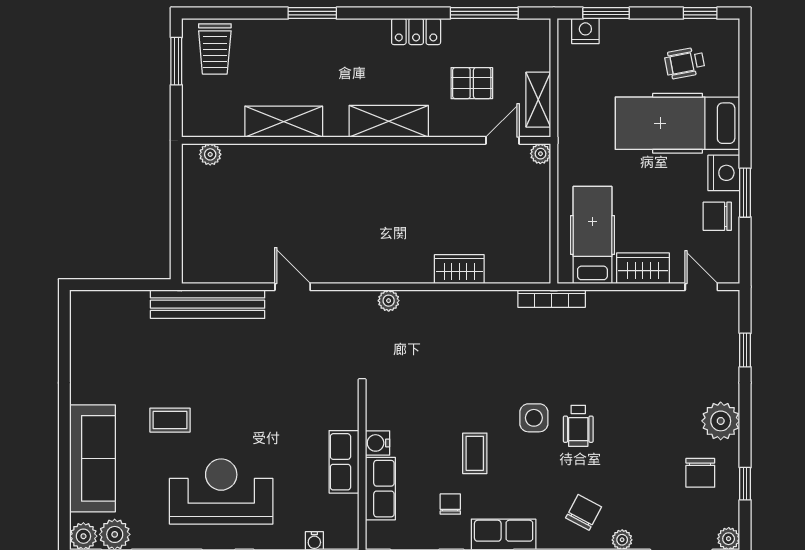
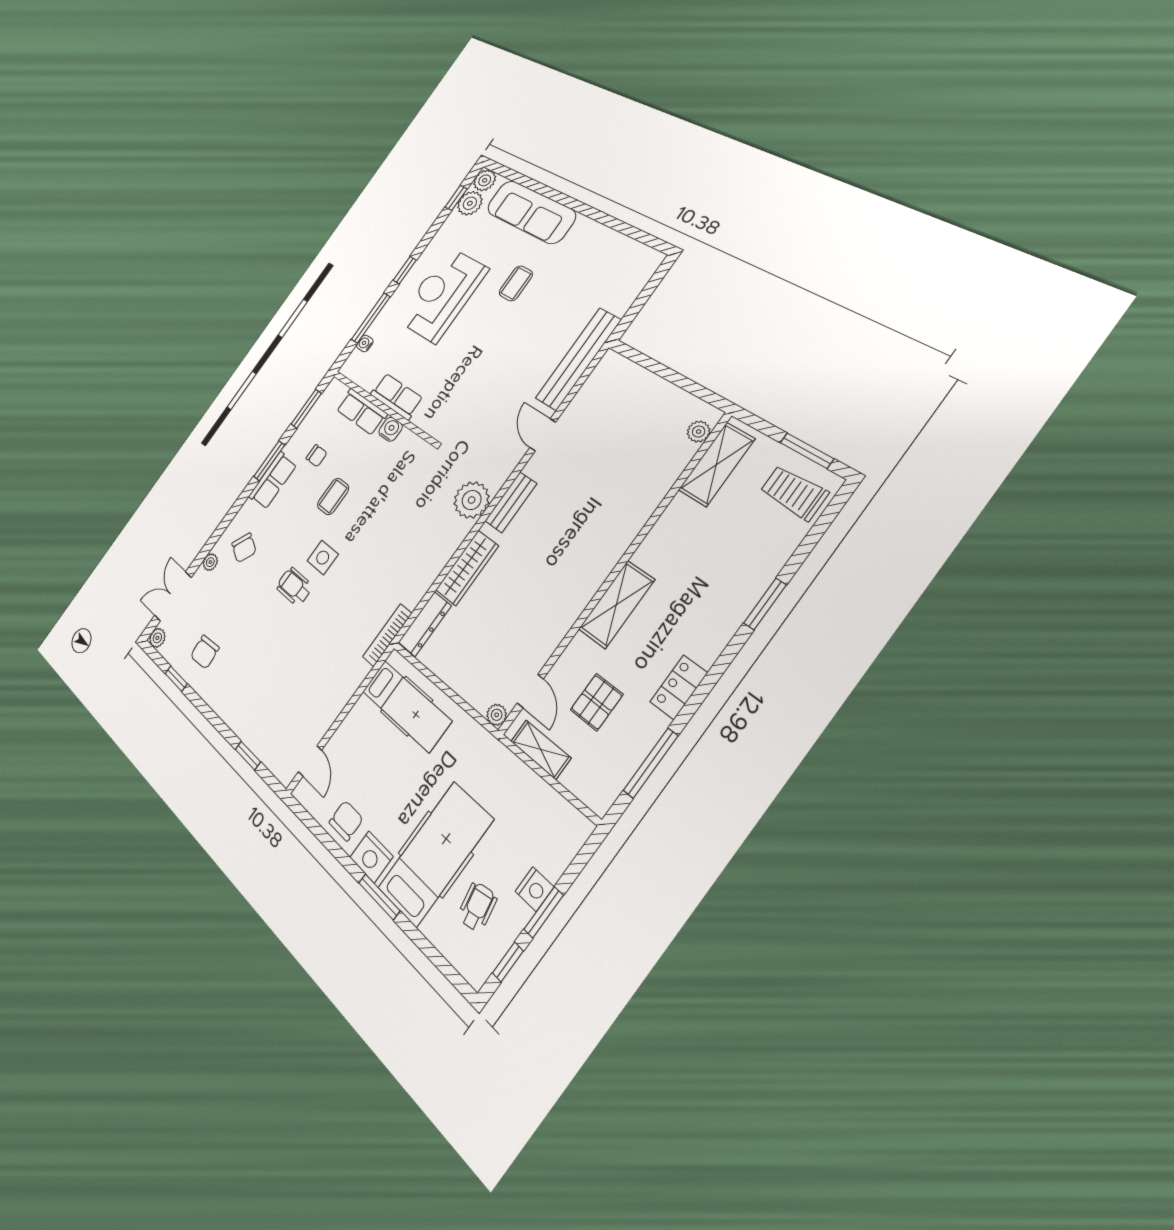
window: (606, 13) -> (544, 912), moved
nightstand: (585, 31) -> (534, 889), moved
shelving: (284, 122) -> (717, 464), moved
window: (745, 193) -> (379, 897), moved
wardrobe: (643, 268) -> (355, 726), removed
wardrobe: (459, 269) -> (467, 568), width x1.50
dresser: (518, 271) -> (425, 624), added
bench: (367, 272) -> (511, 502), added
door: (293, 287) -> (543, 435), swing flipped
door: (701, 287) -> (310, 761), hinge flipped
plant: (389, 301) -> (472, 500), width x1.88, depth x1.88
plant: (721, 421) -> (222, 695), removed
coffee table: (475, 453) -> (333, 497), turned 90
chair: (700, 473) -> (205, 652), turned -95
reception desk: (221, 492) -> (442, 295), turned 180

